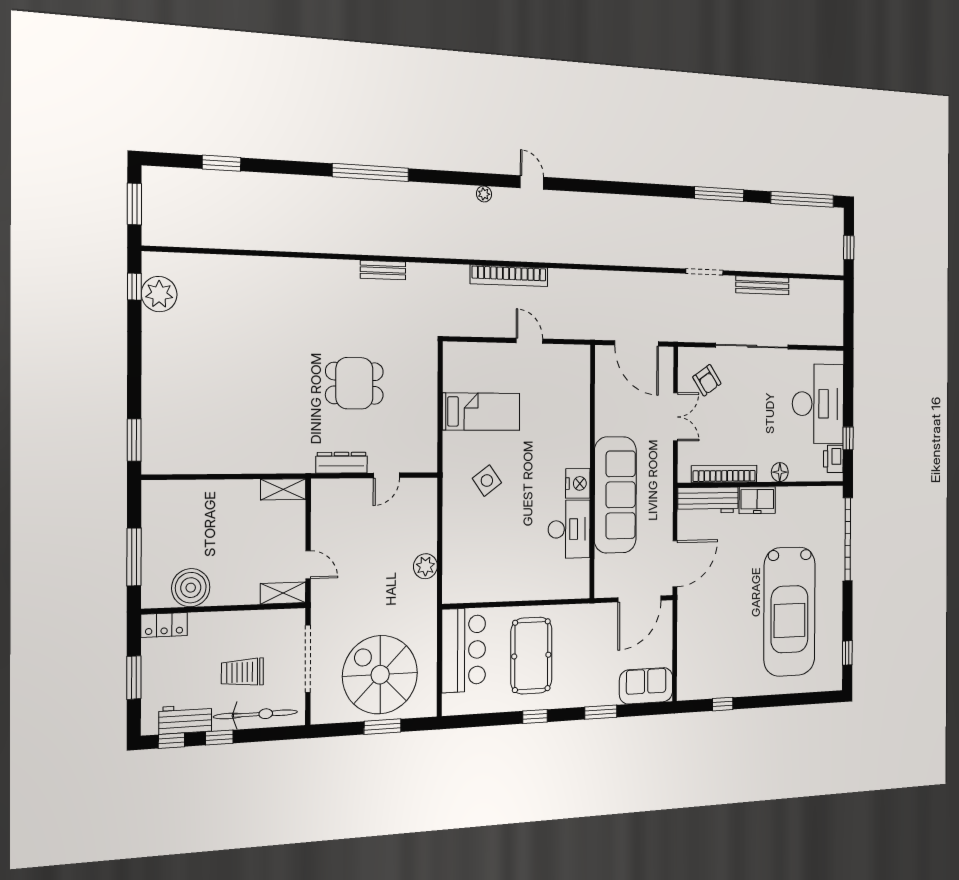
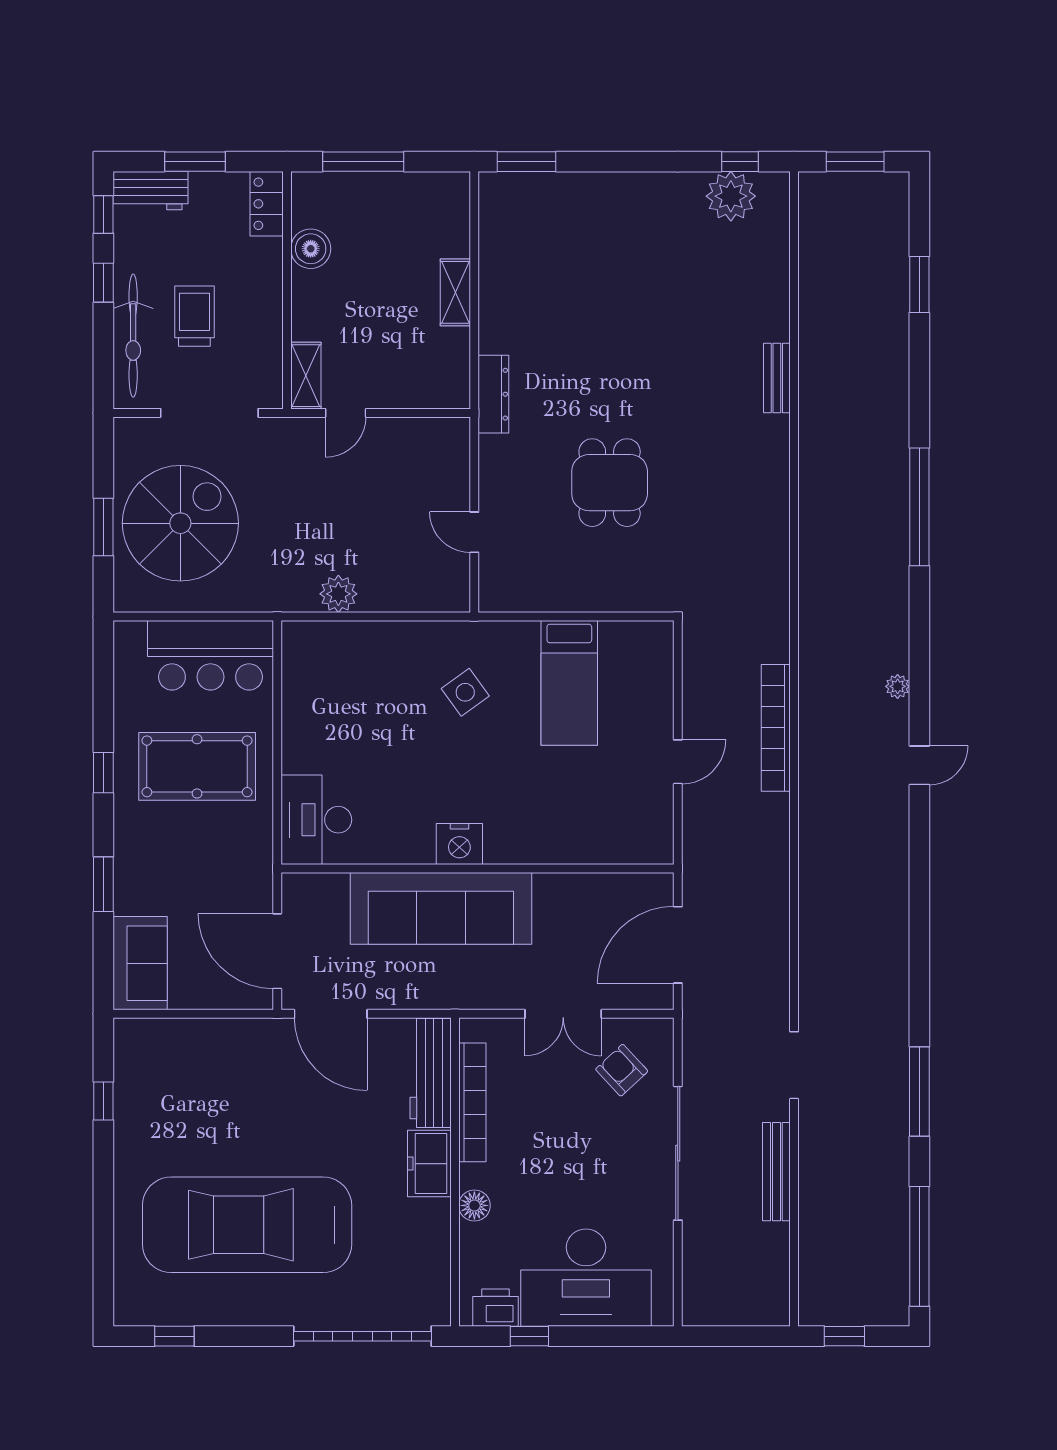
bench: (383, 270) -> (777, 378), moved
armchair: (707, 380) -> (622, 1070), turned 81
dresser: (342, 463) -> (493, 394), moved
shelving: (283, 489) -> (455, 292), moved
desk: (569, 529) -> (316, 820), moved, turned 90
boiler: (191, 588) -> (311, 249), width x0.73, depth x0.73
workbench: (185, 719) -> (150, 191), moved, turned 90

